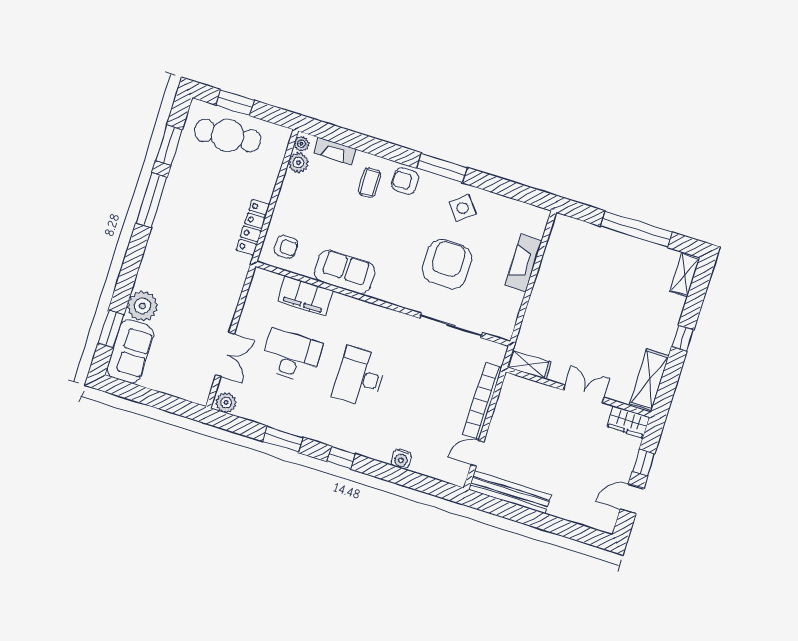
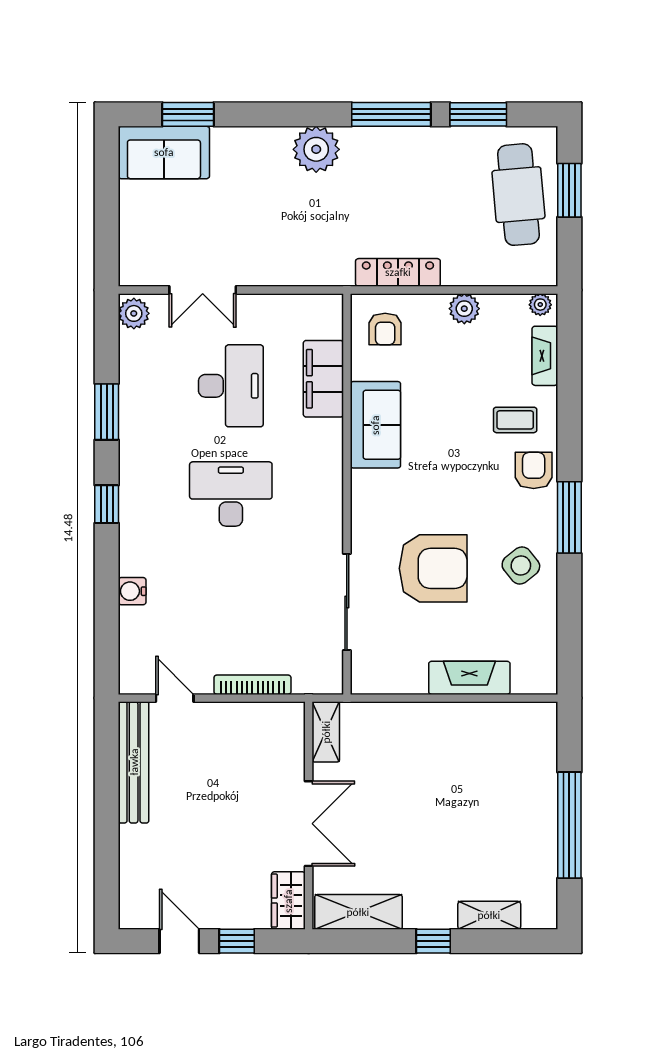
plant: (298, 163) -> (464, 309), moved
shelving: (685, 274) -> (489, 915), moved
plant: (142, 306) -> (316, 149), moved
double door: (584, 394) -> (309, 824), width x1.37
bookcase: (483, 401) -> (252, 685), width x0.68, depth x0.76

